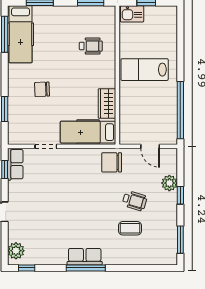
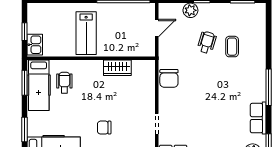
chair: (42, 89) -> (104, 128), turned 92
hospital bed: (88, 132) -> (39, 85), moved
chair: (112, 162) -> (169, 78), moved
row of seats: (85, 257) -> (258, 118), moved

